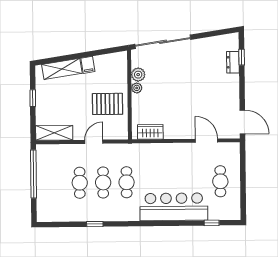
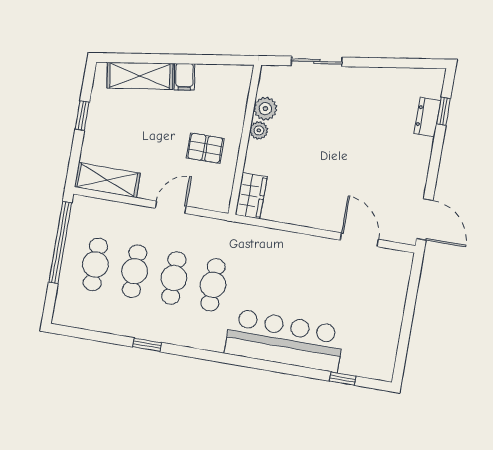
sliding door: (163, 42) -> (317, 61), width x0.54
pallet: (108, 104) -> (205, 148), width x0.67, depth x0.71
wardrobe: (150, 132) -> (251, 196), moved, turned 90
cafe table: (220, 181) -> (95, 264), moved

